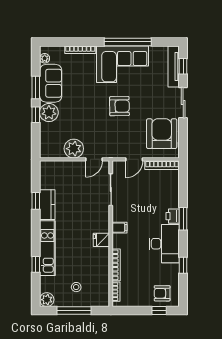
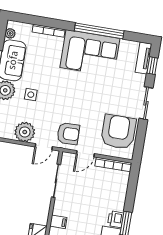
tv unit: (174, 67) -> (143, 58), width x0.71
armchair: (119, 106) -> (68, 134), moved
side table: (74, 113) -> (31, 95), added

